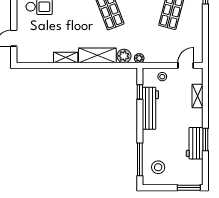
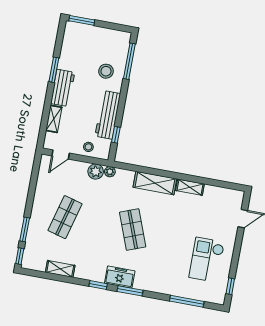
plant: (124, 56) -> (96, 172), moved
workbench: (195, 143) -> (63, 88), moved
stool: (158, 167) -> (106, 71), moved

